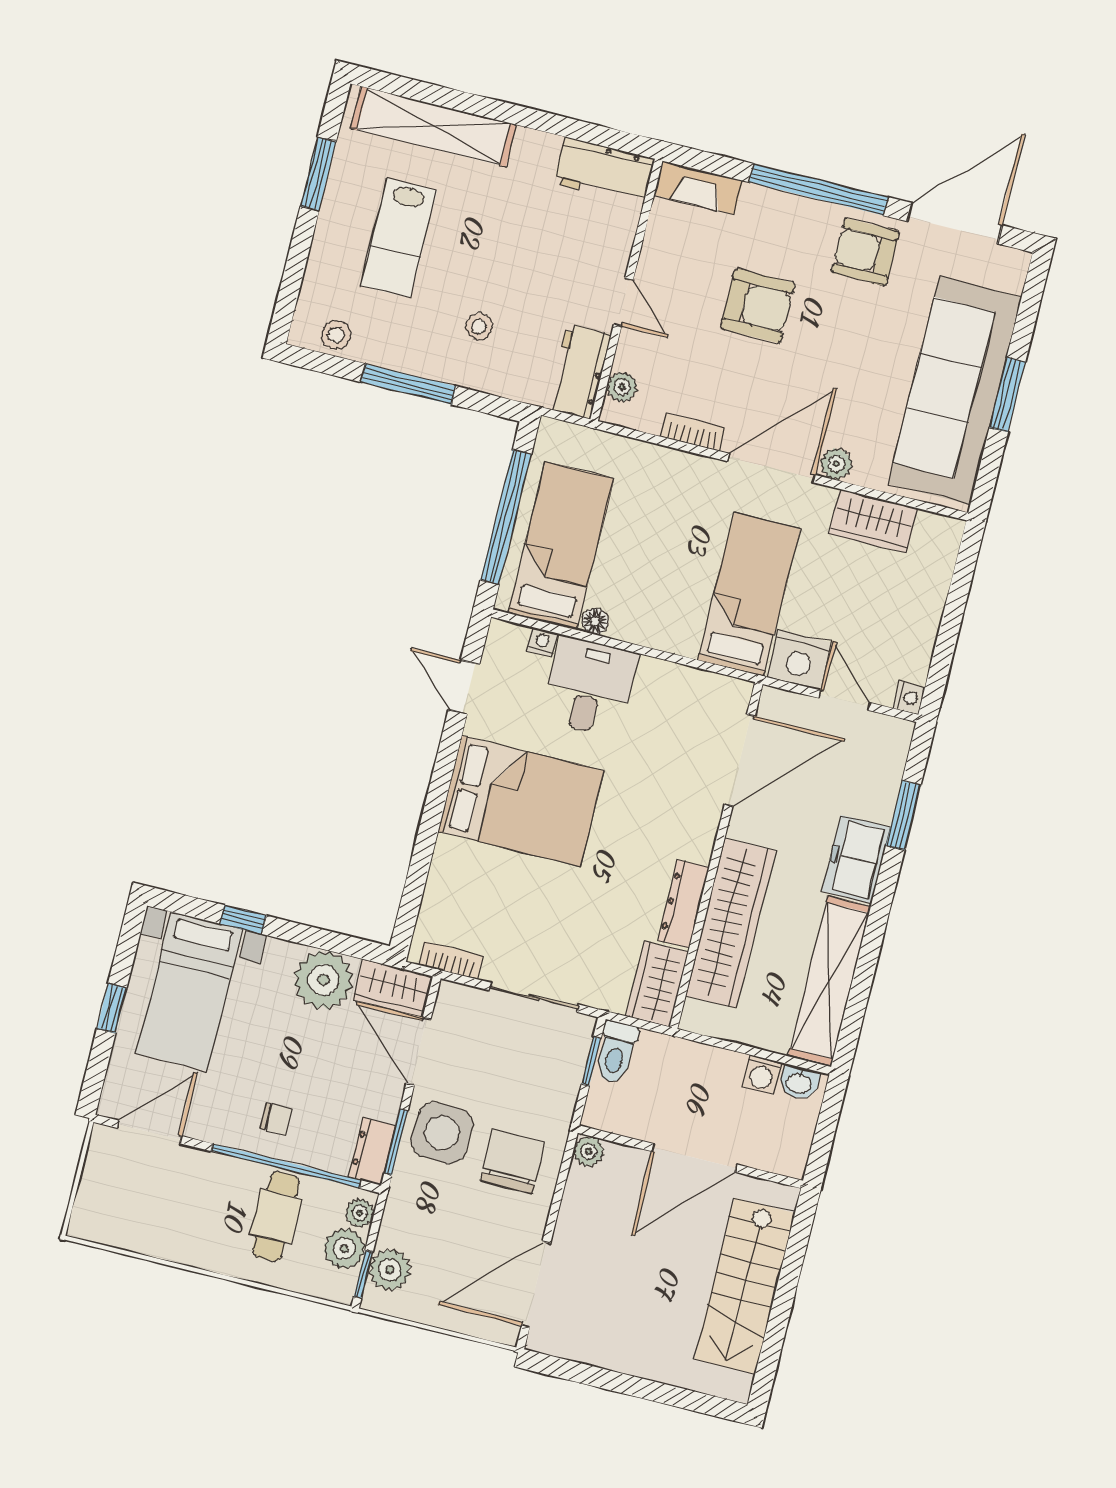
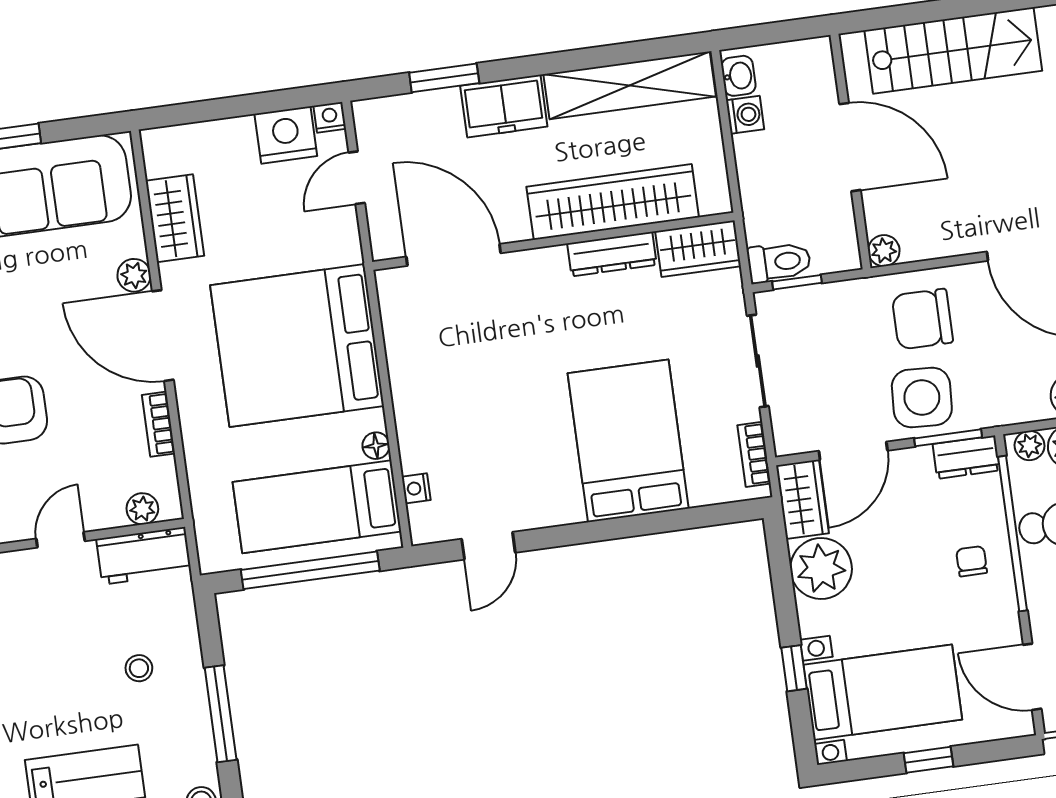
bed: (749, 595) -> (297, 346), width x2.04
nightstand: (799, 660) -> (286, 135), moved, turned -90
desk: (590, 687) -> (440, 426), removed
bed: (521, 801) -> (628, 441), moved

